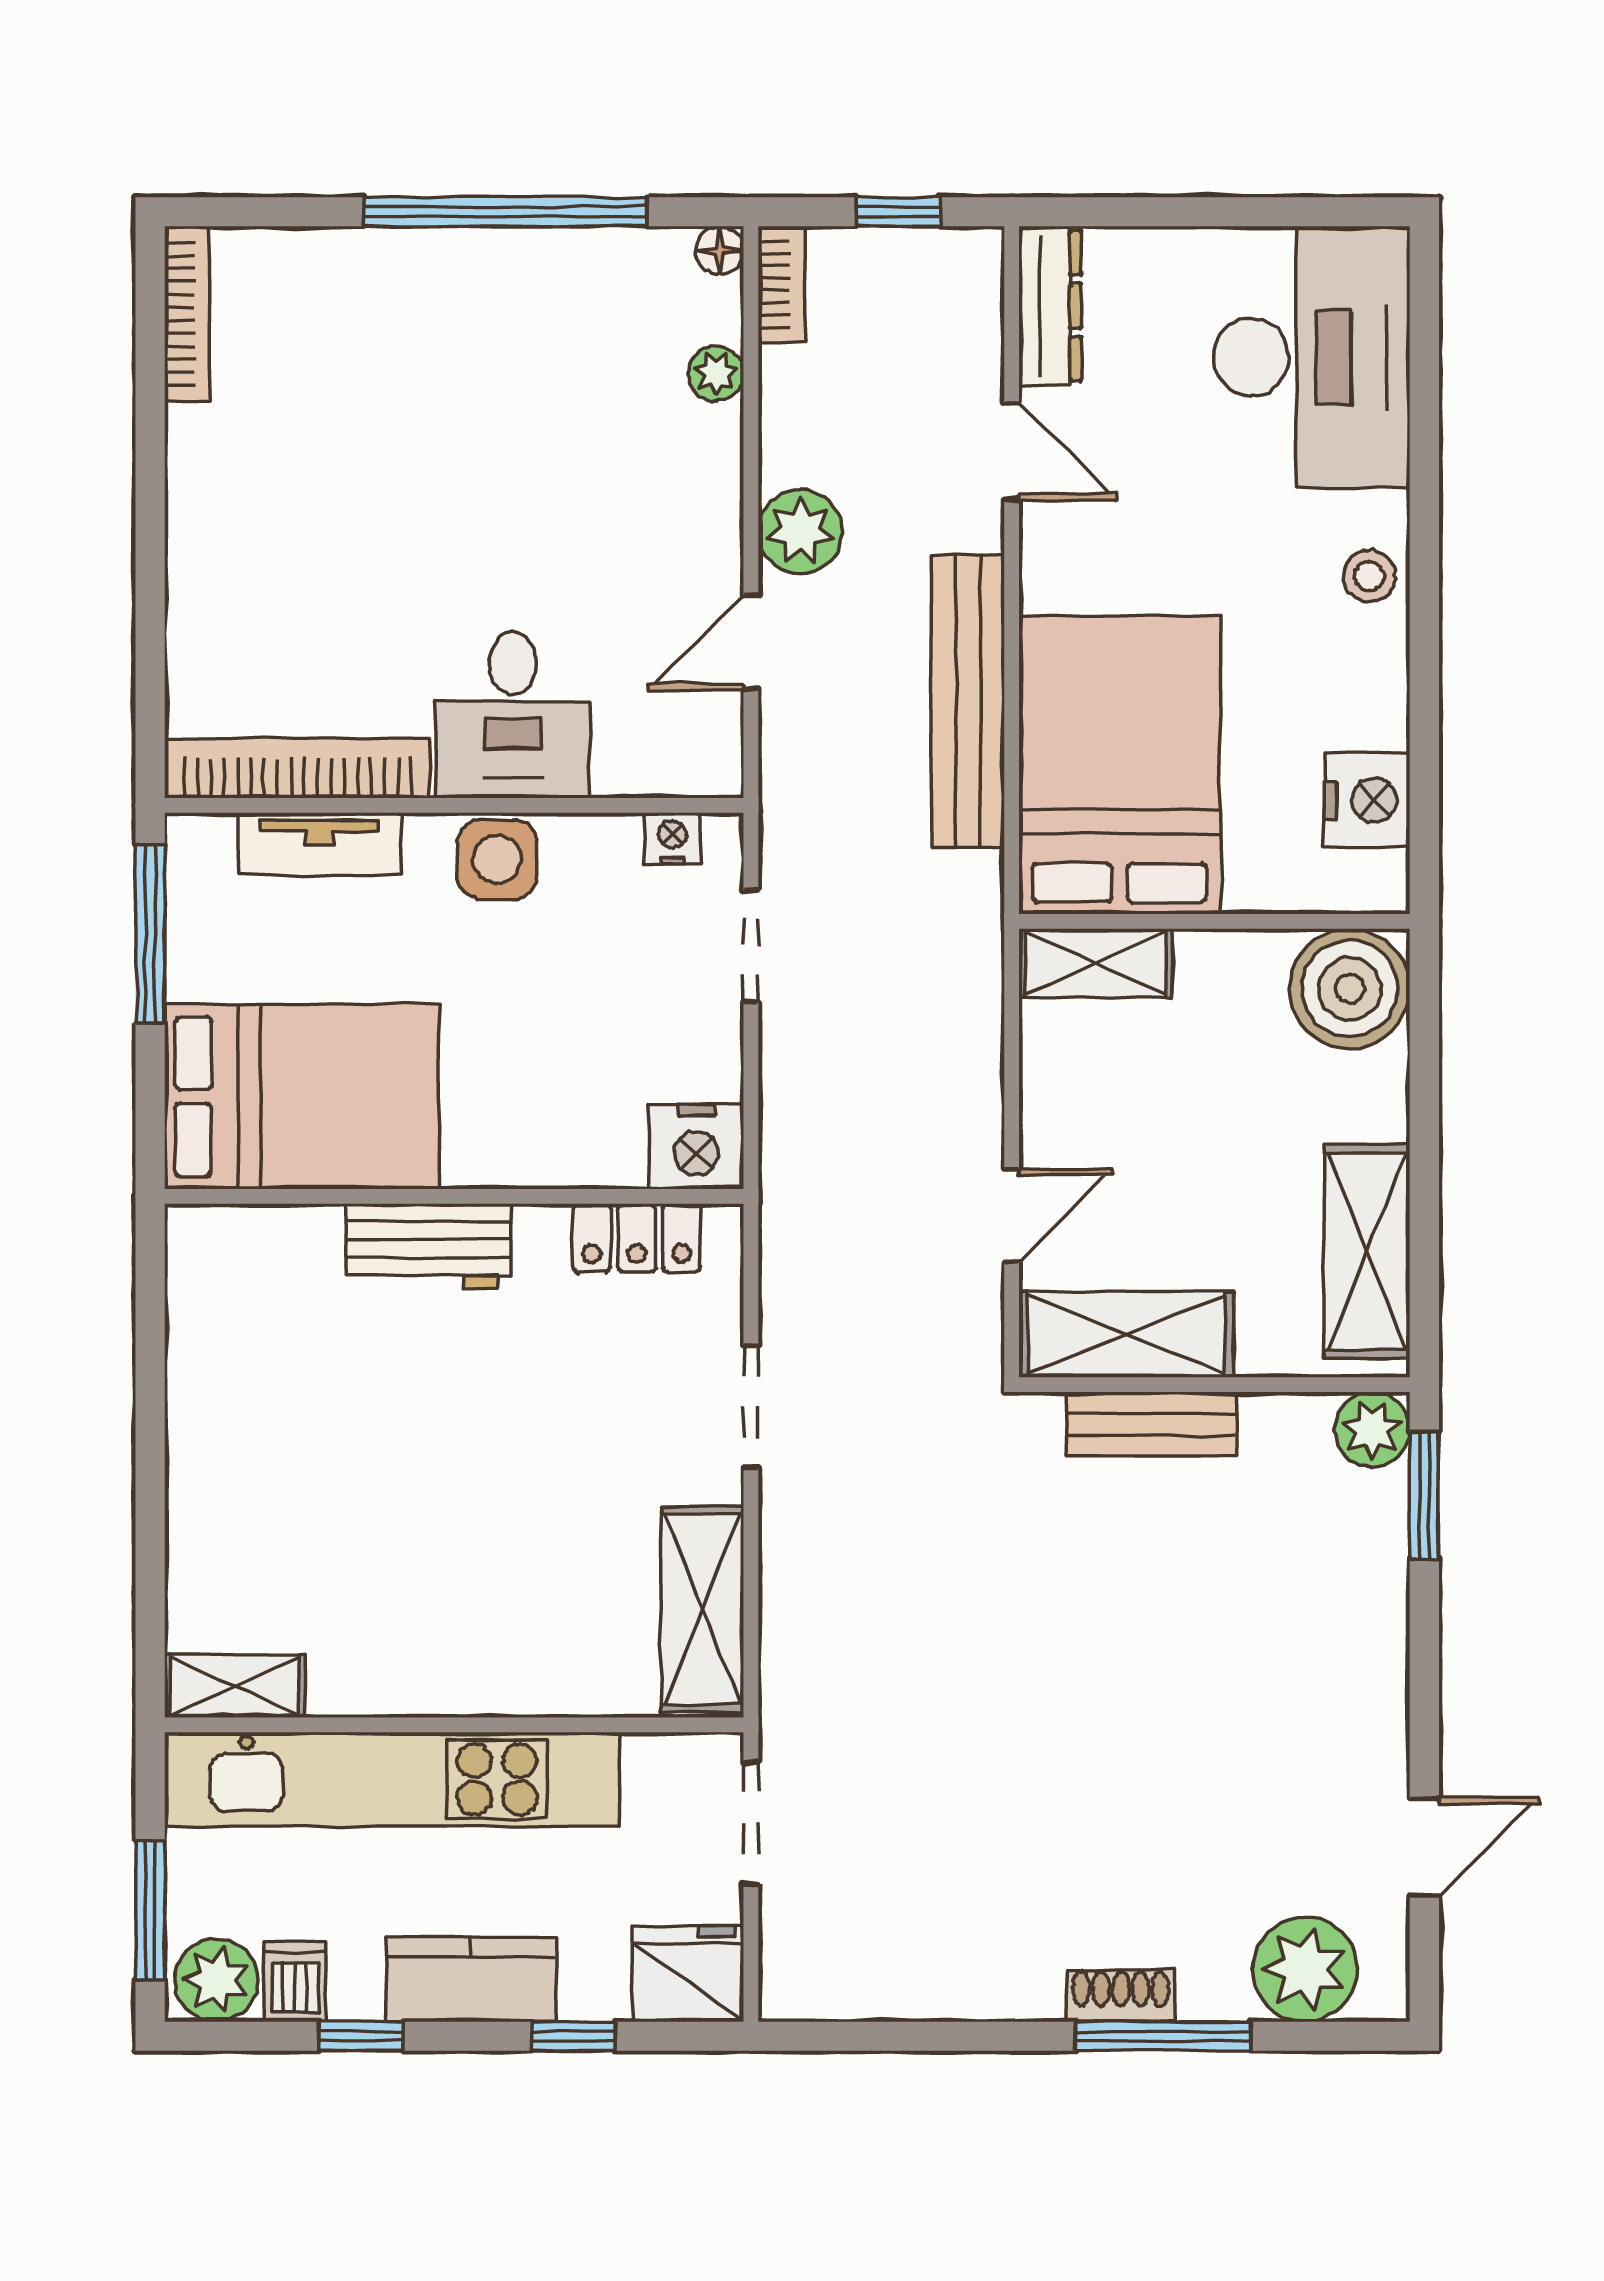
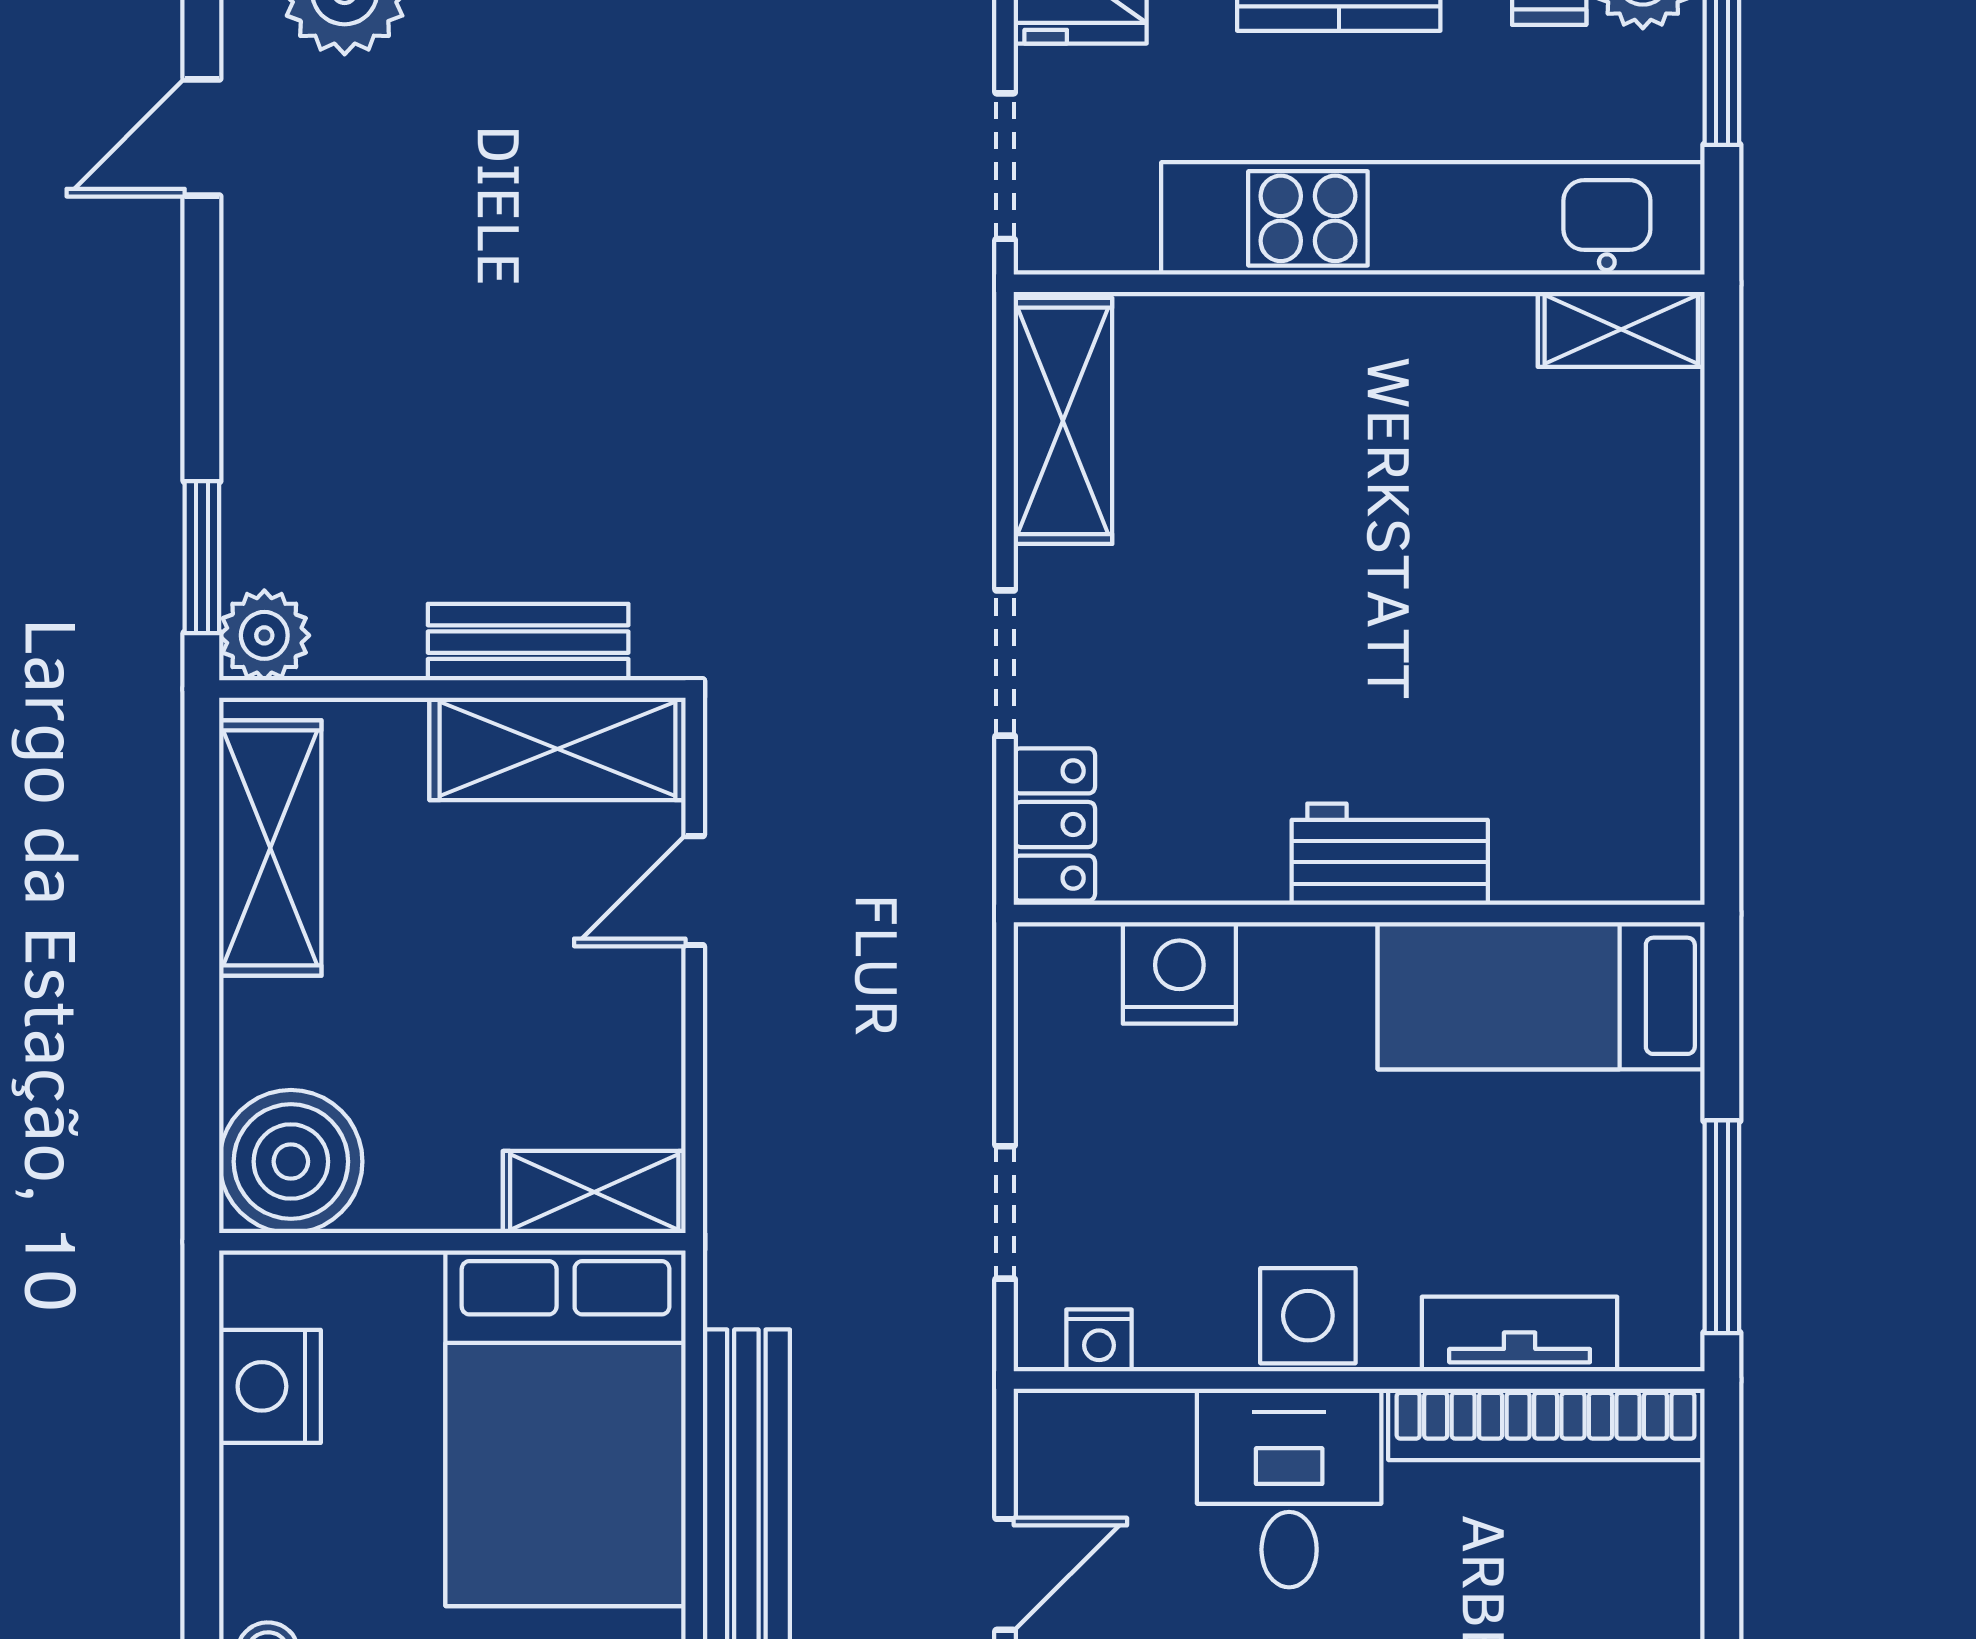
bed: (302, 1097) -> (1541, 996), width x0.67
nightstand: (696, 1147) -> (1179, 973), moved
locker: (637, 1238) -> (1054, 824), moved, turned 90

